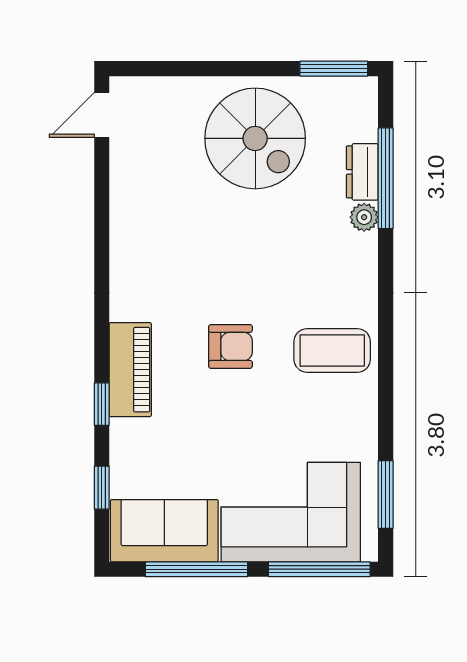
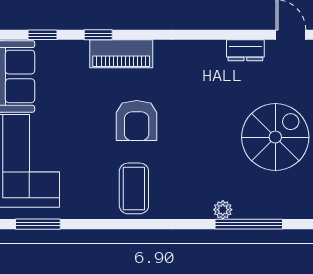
spiral stairs: (255, 138) -> (275, 137), turned 180
dresser: (362, 172) -> (245, 50), moved, turned 180
armchair: (230, 346) -> (137, 121), width x1.38, depth x1.38

